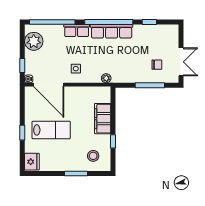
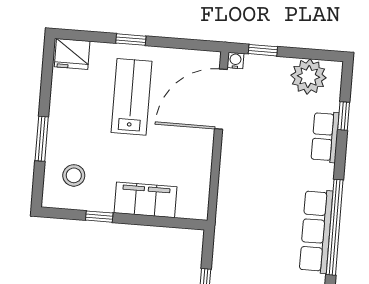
window: (52, 22) -> (344, 116), width x0.32
row of seats: (77, 31) -> (325, 137), moved
side table: (76, 69) -> (248, 155), removed
plant: (106, 78) -> (225, 213), removed
lab bench: (51, 130) -> (131, 97), turned 180

